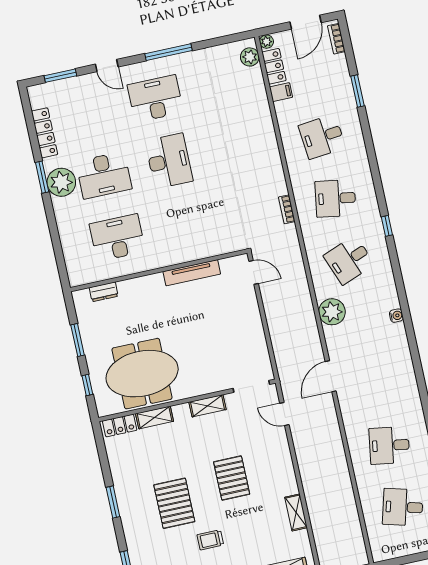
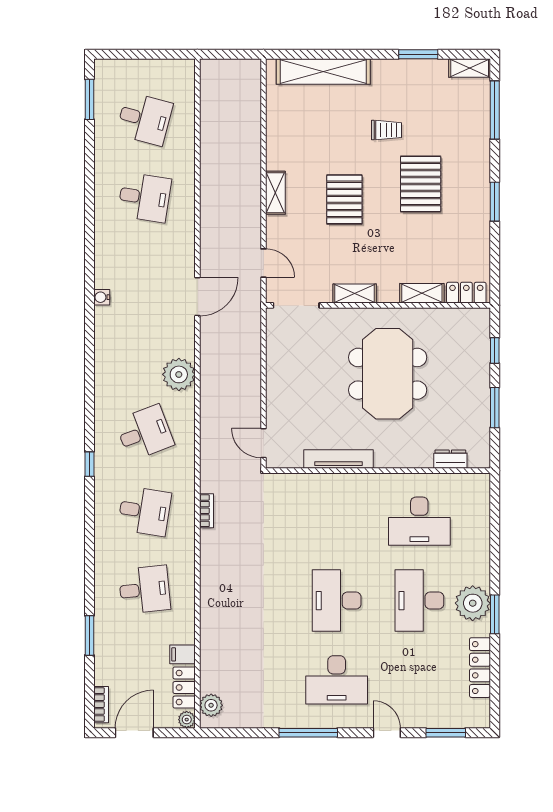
desk: (104, 175) -> (419, 601), turned -90
water cooler: (396, 316) -> (102, 297), moved
meeting table: (142, 374) -> (388, 374), moved, turned 90
shelving: (296, 512) -> (275, 193), moved

